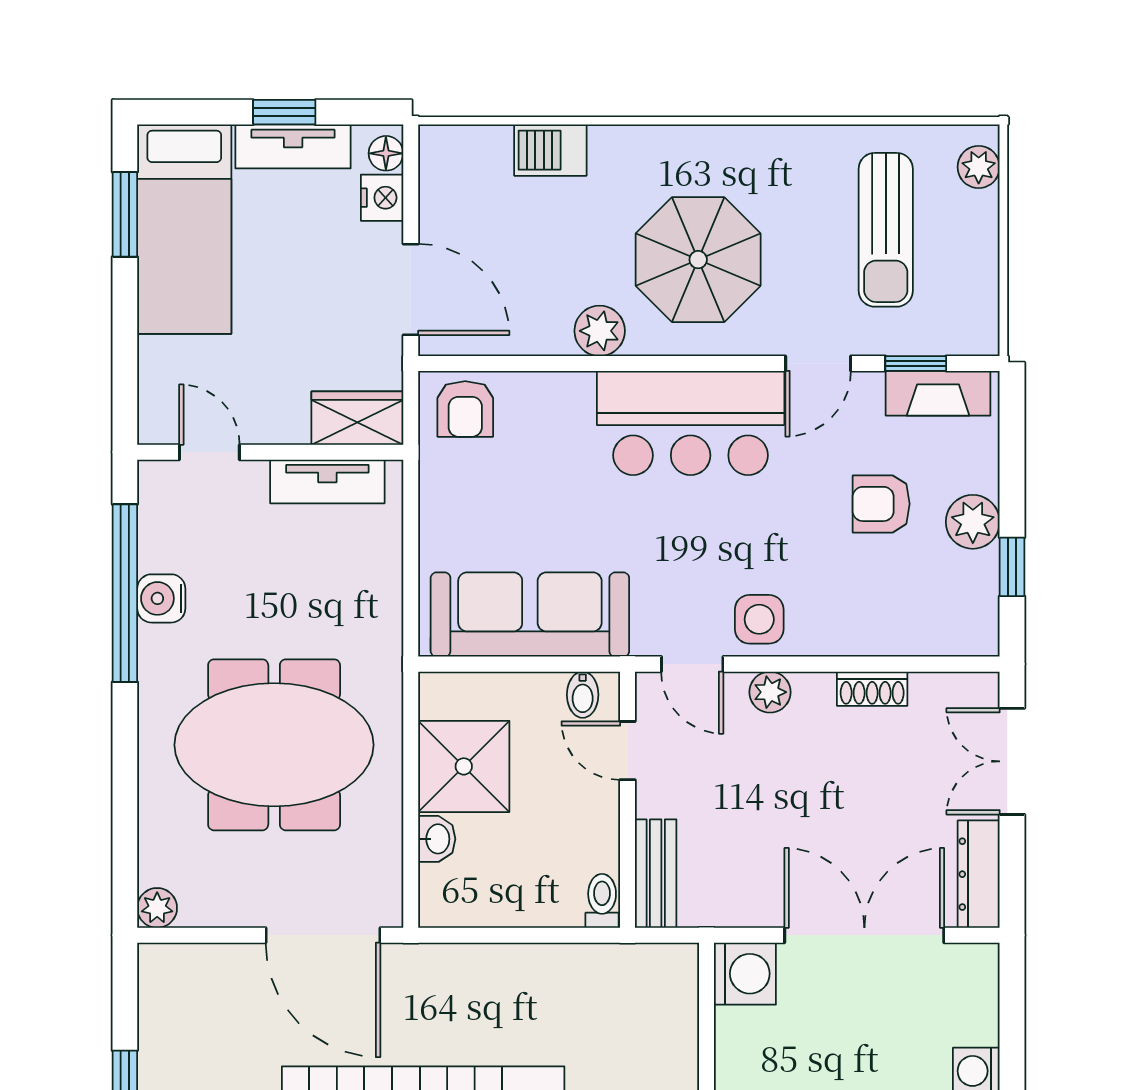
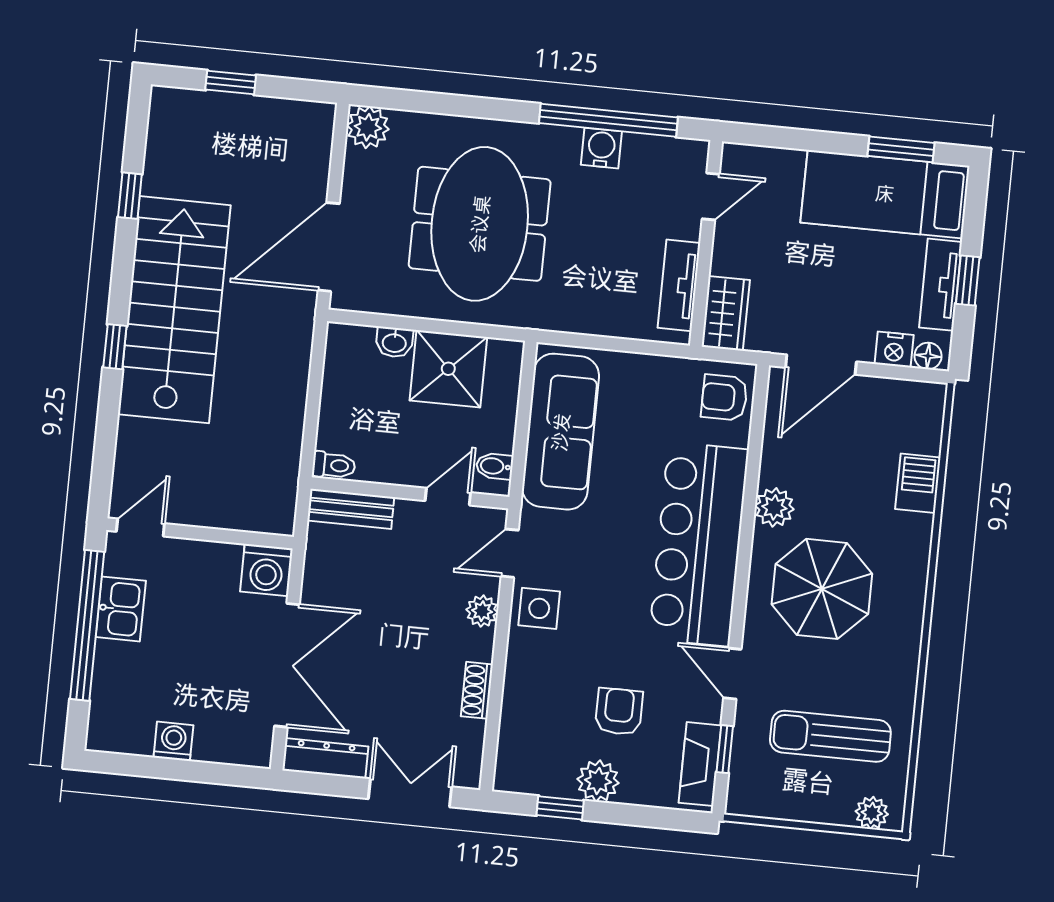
bar counter: (691, 423) -> (699, 544), width x1.36
plant: (157, 908) -> (368, 127), width x1.38, depth x1.38

